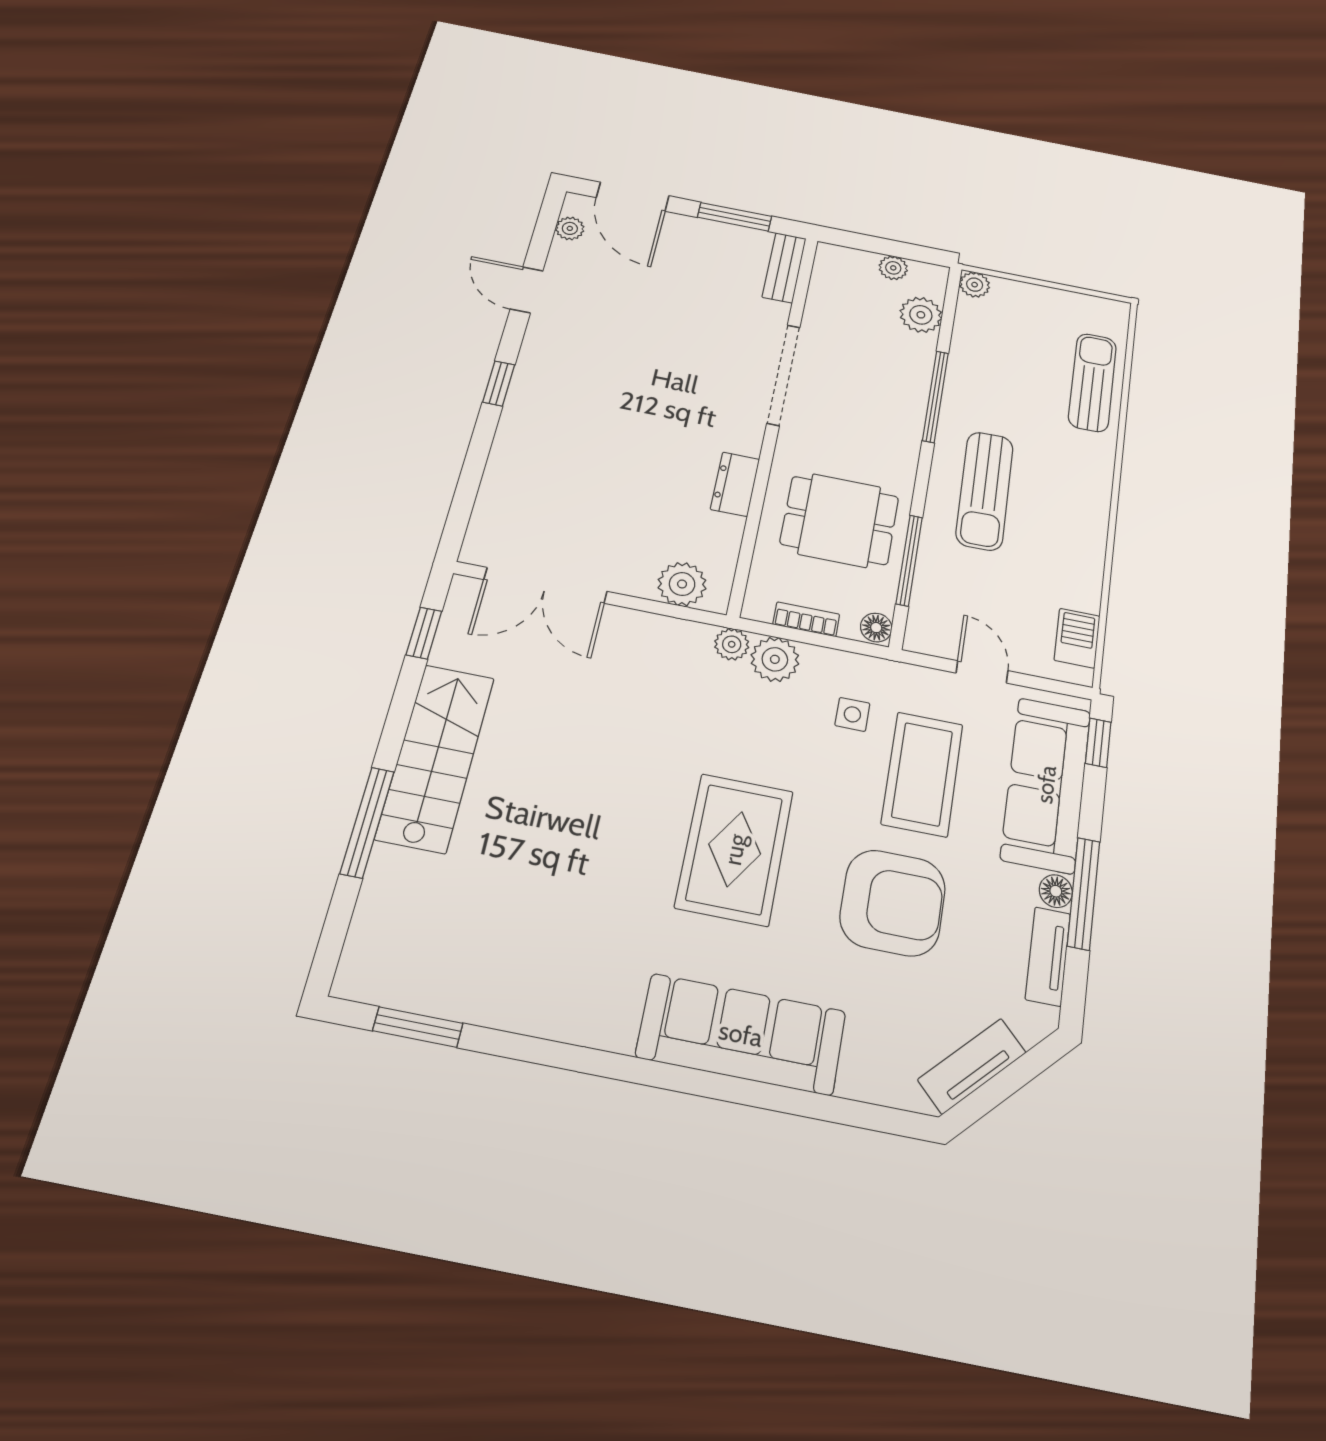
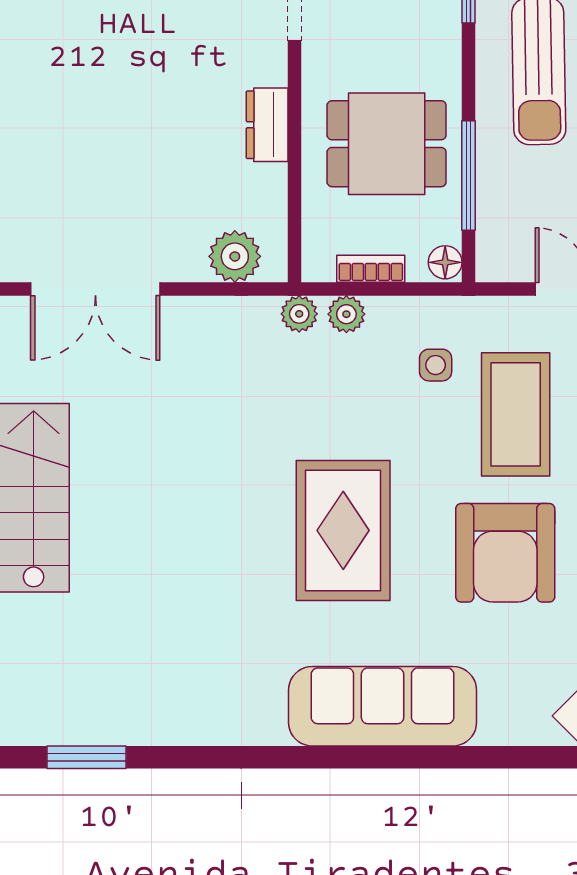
plant: (775, 659) -> (346, 314), width x0.73, depth x0.73
armchair: (893, 903) -> (505, 553), turned 90

